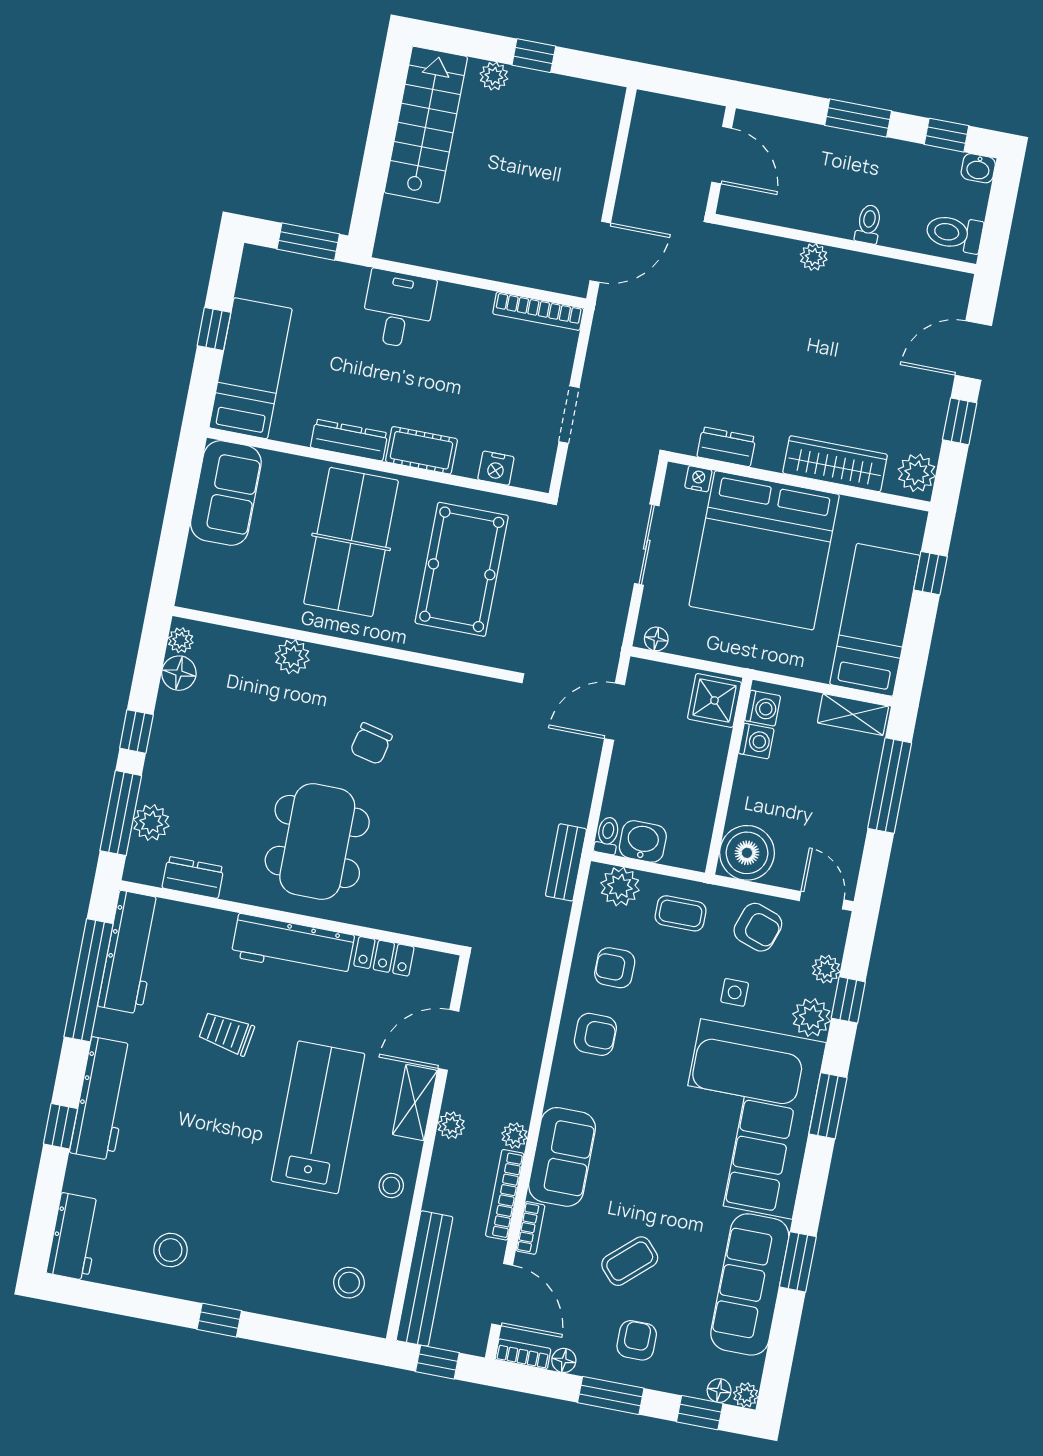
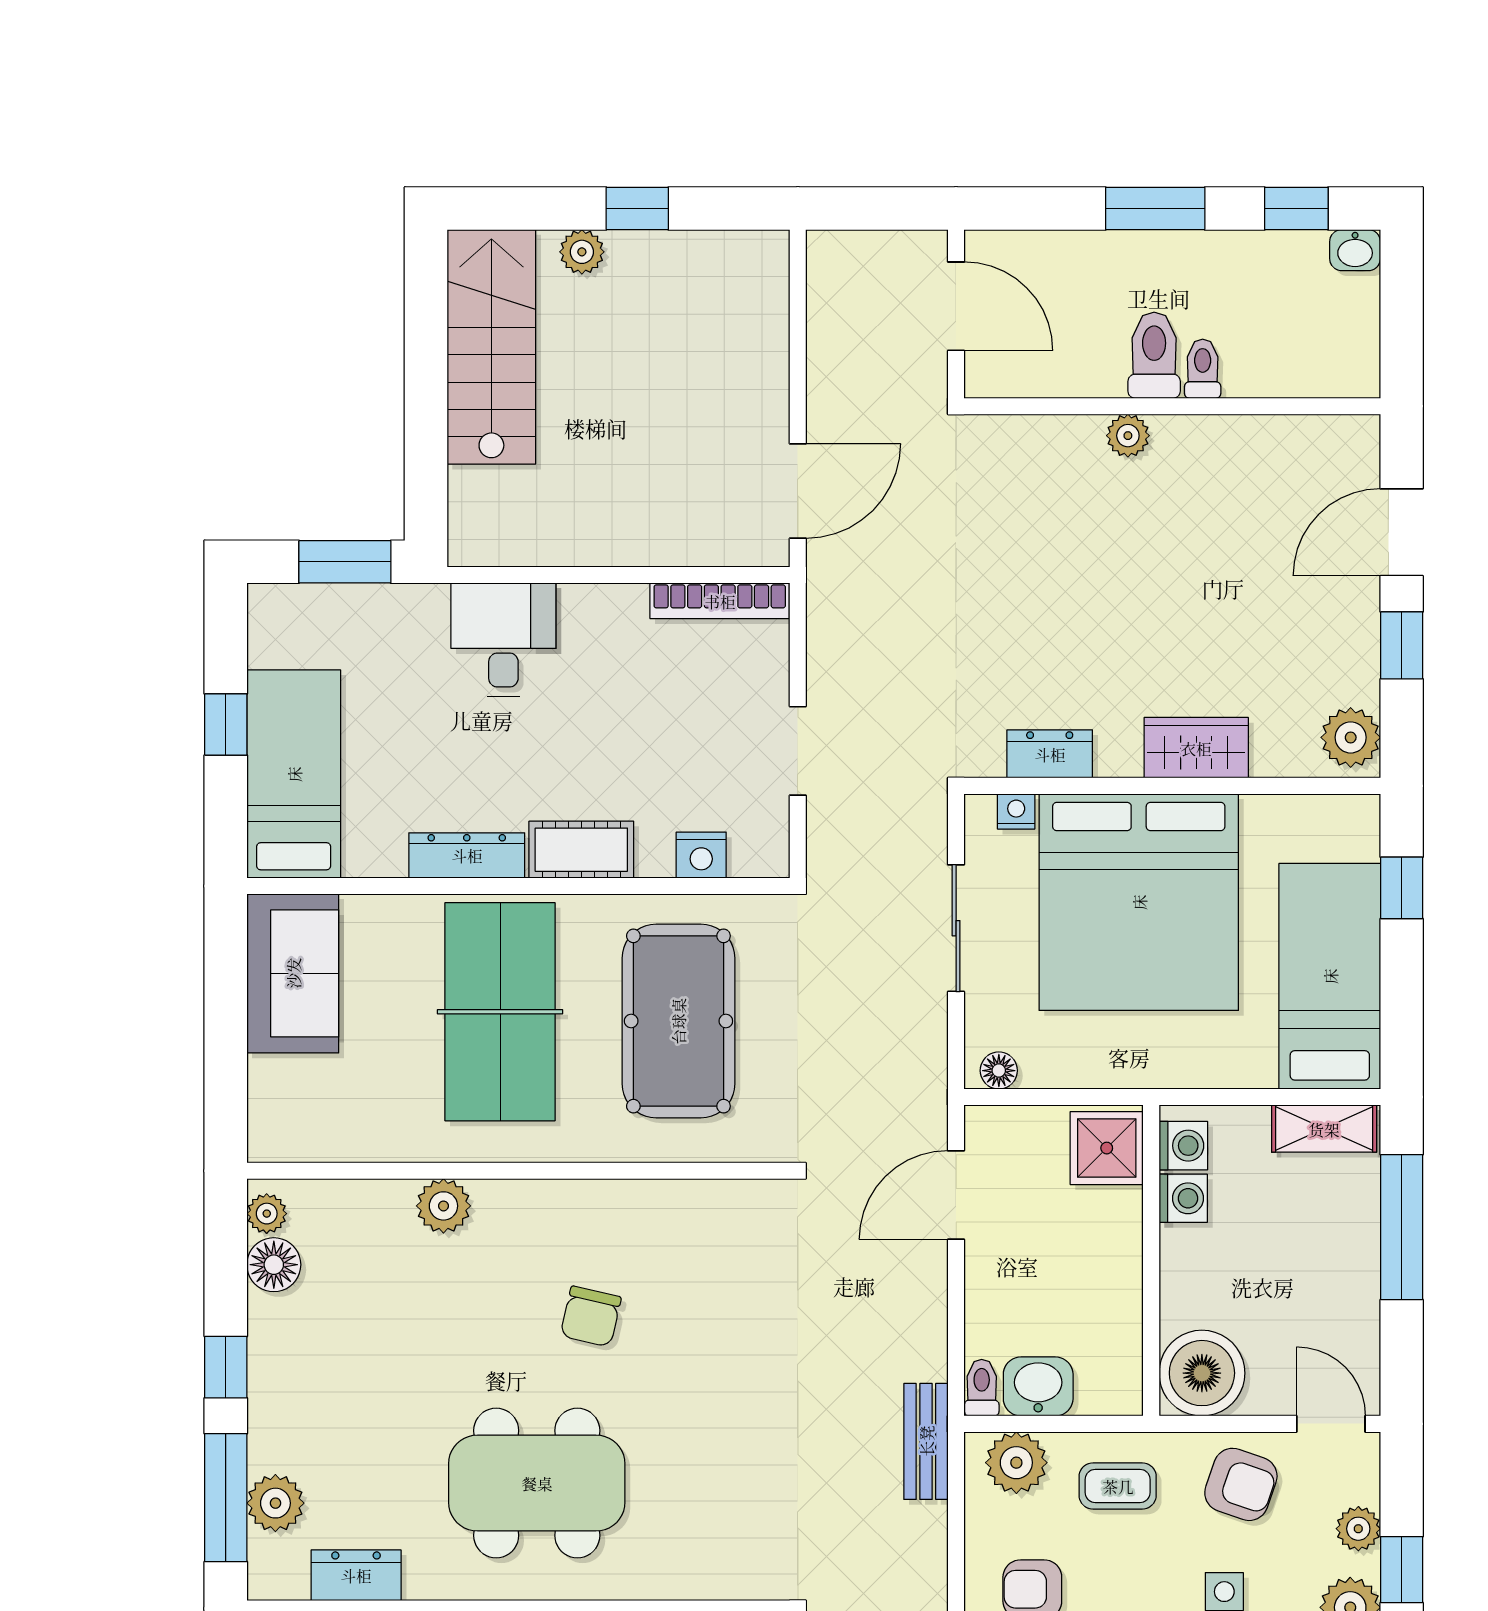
toilet: (954, 233) -> (1154, 355), moved, turned 90
wardrobe: (835, 464) -> (1196, 748), width x0.67
dining table: (317, 841) -> (537, 1483), turned 90

